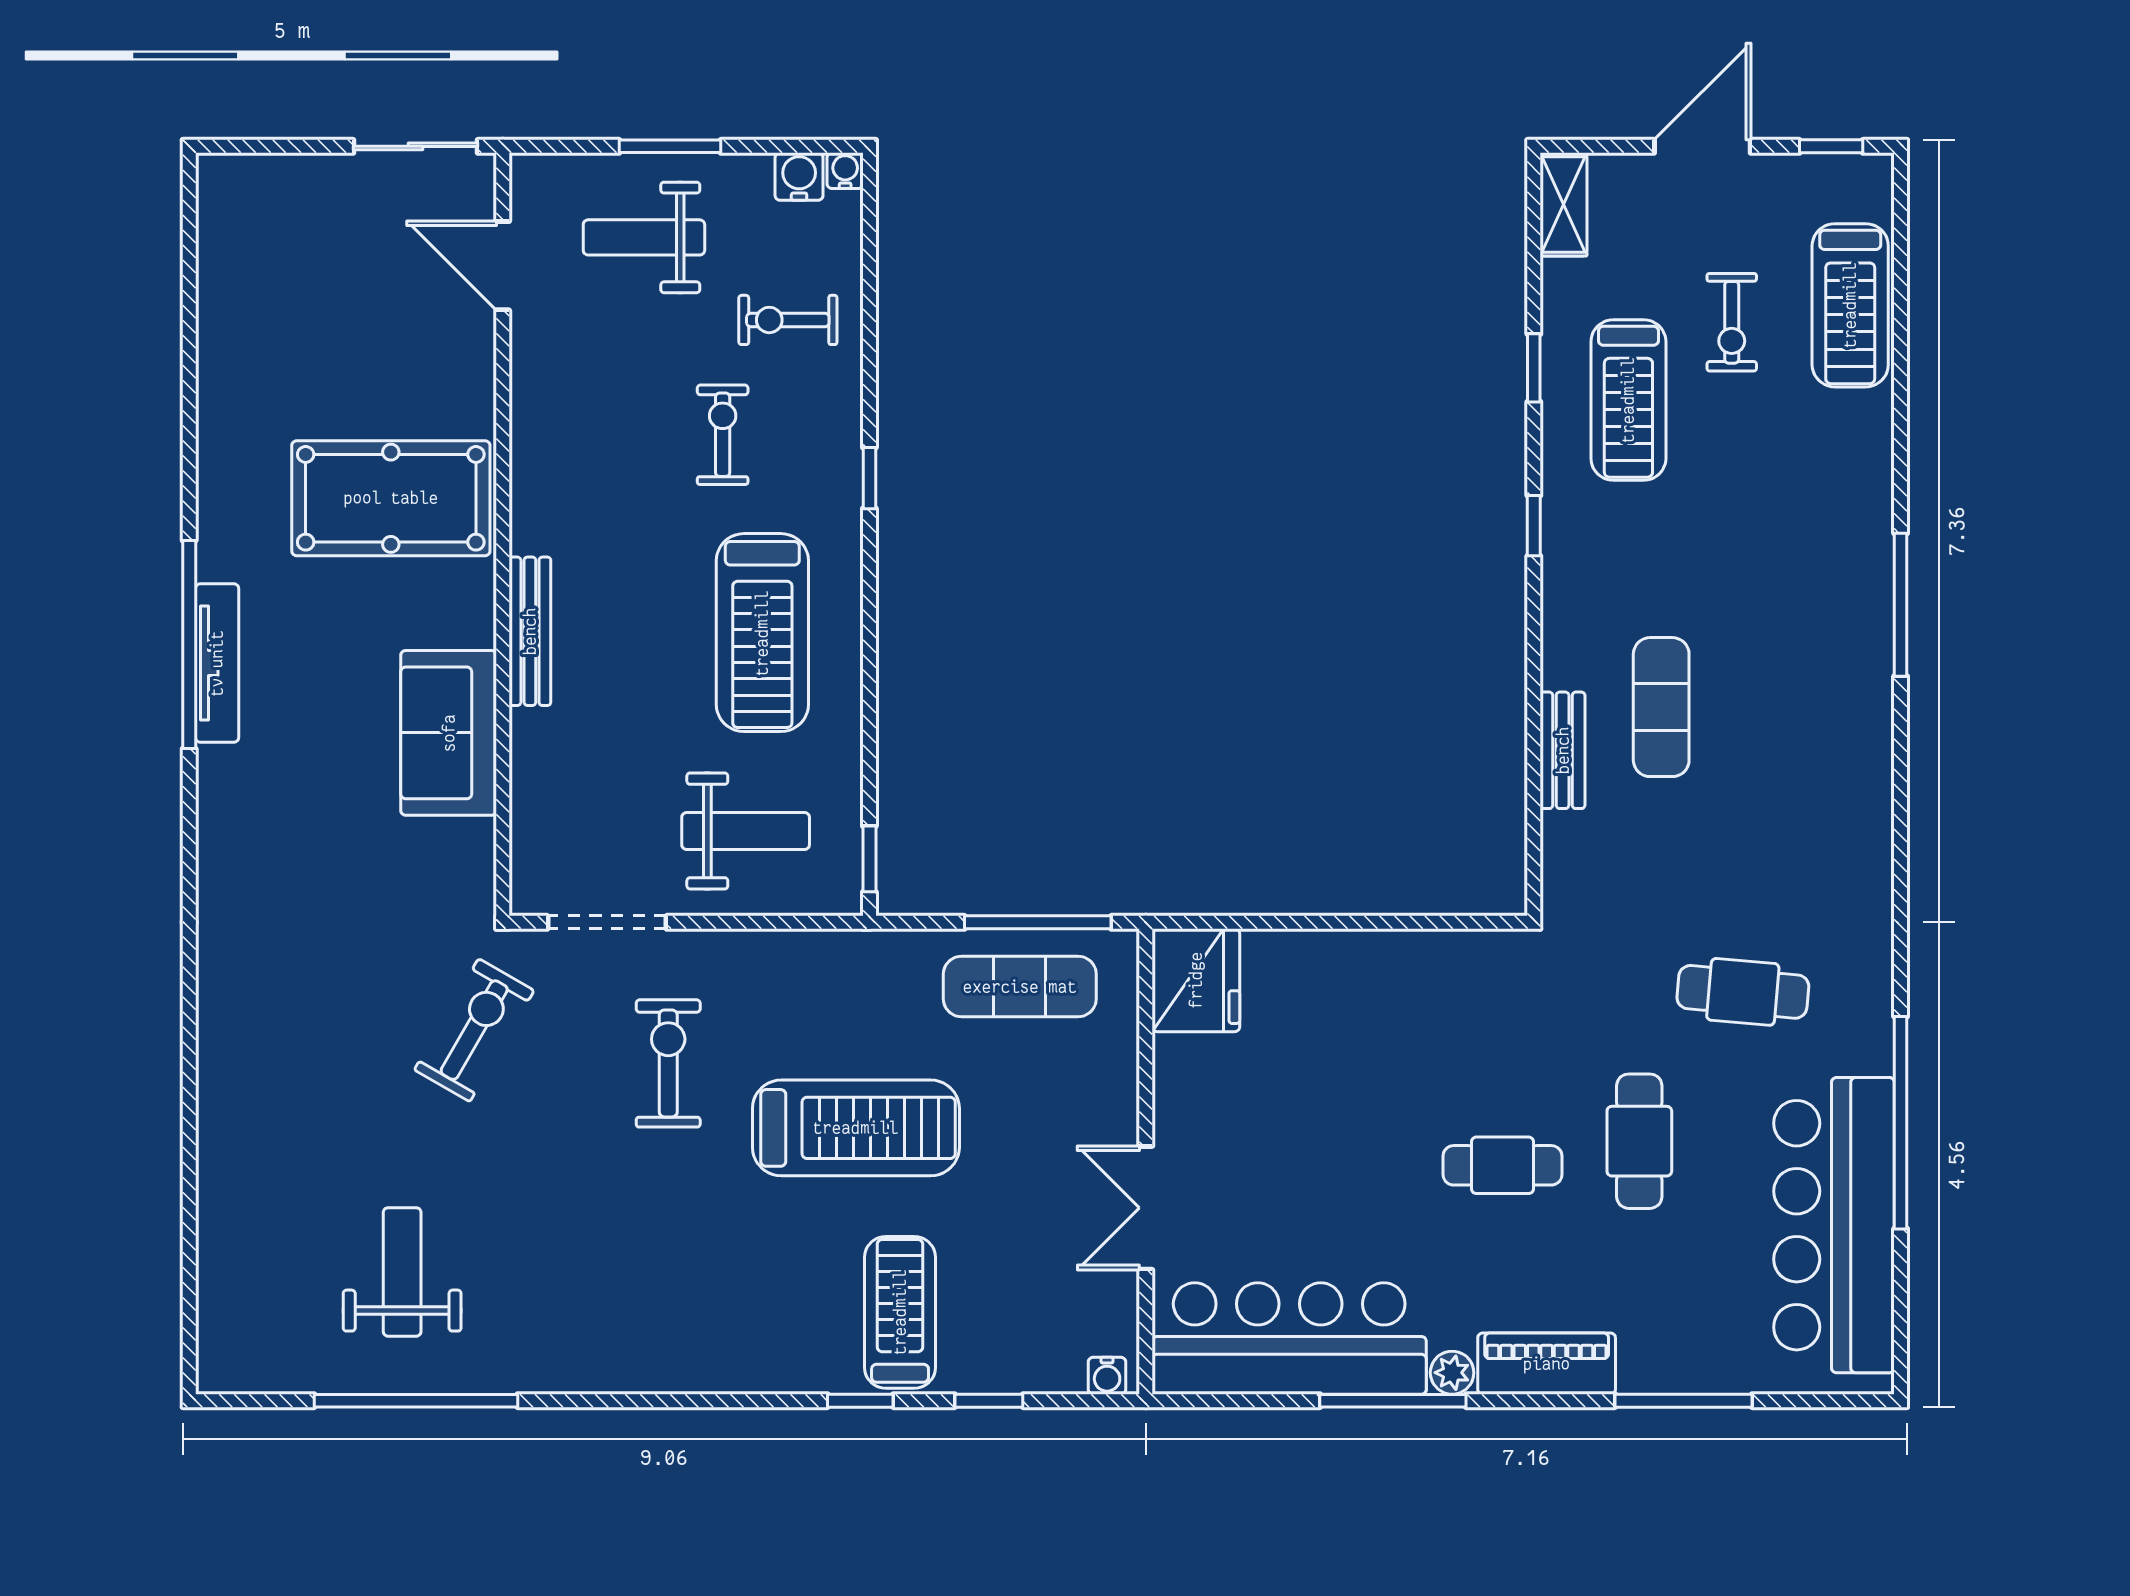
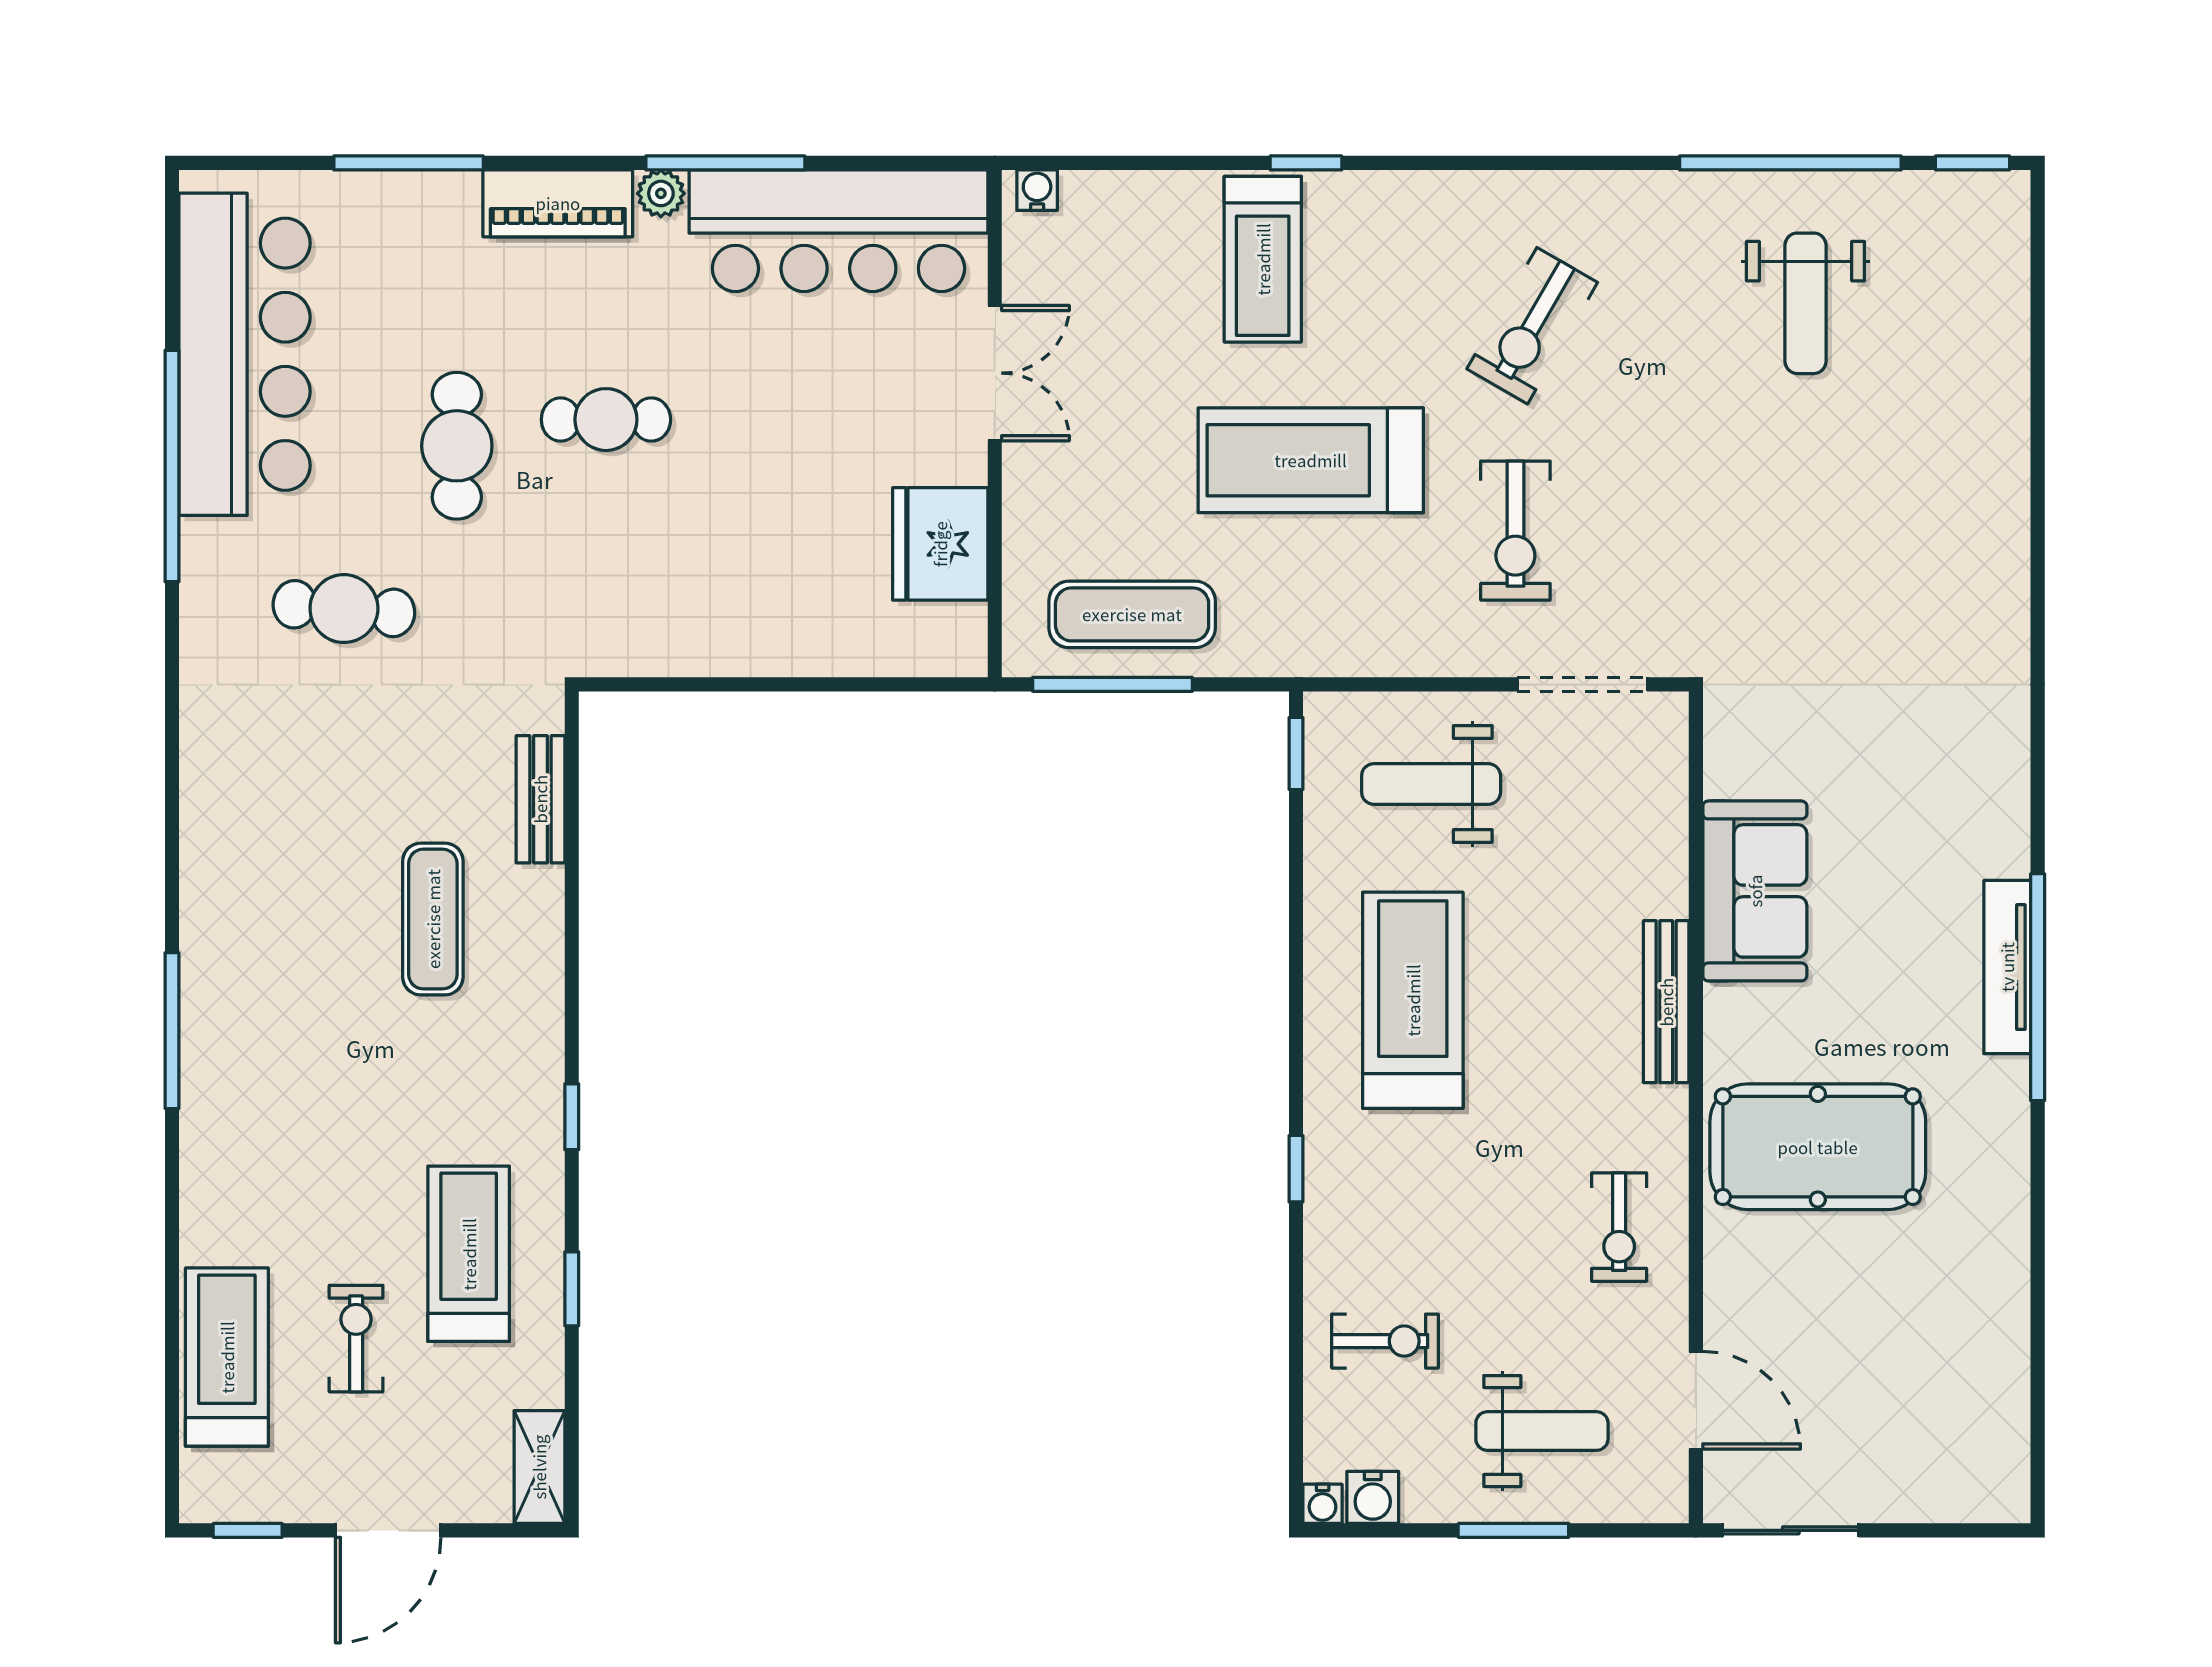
exercise bike: (723, 435) -> (1619, 1227), moved
bench: (1563, 750) -> (540, 799), moved
fridge: (1196, 980) -> (940, 544), moved
exercise bike: (474, 1030) -> (1532, 326), moved
window: (989, 1401) -> (1973, 163), moved

